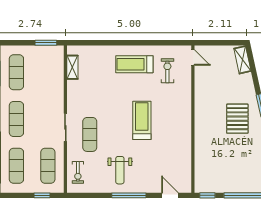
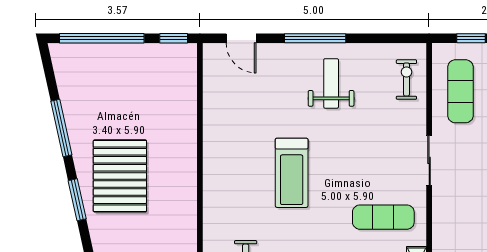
pallet: (237, 119) -> (120, 176), width x1.37, depth x1.41
exercise mat: (90, 134) -> (383, 217), moved, turned 90

